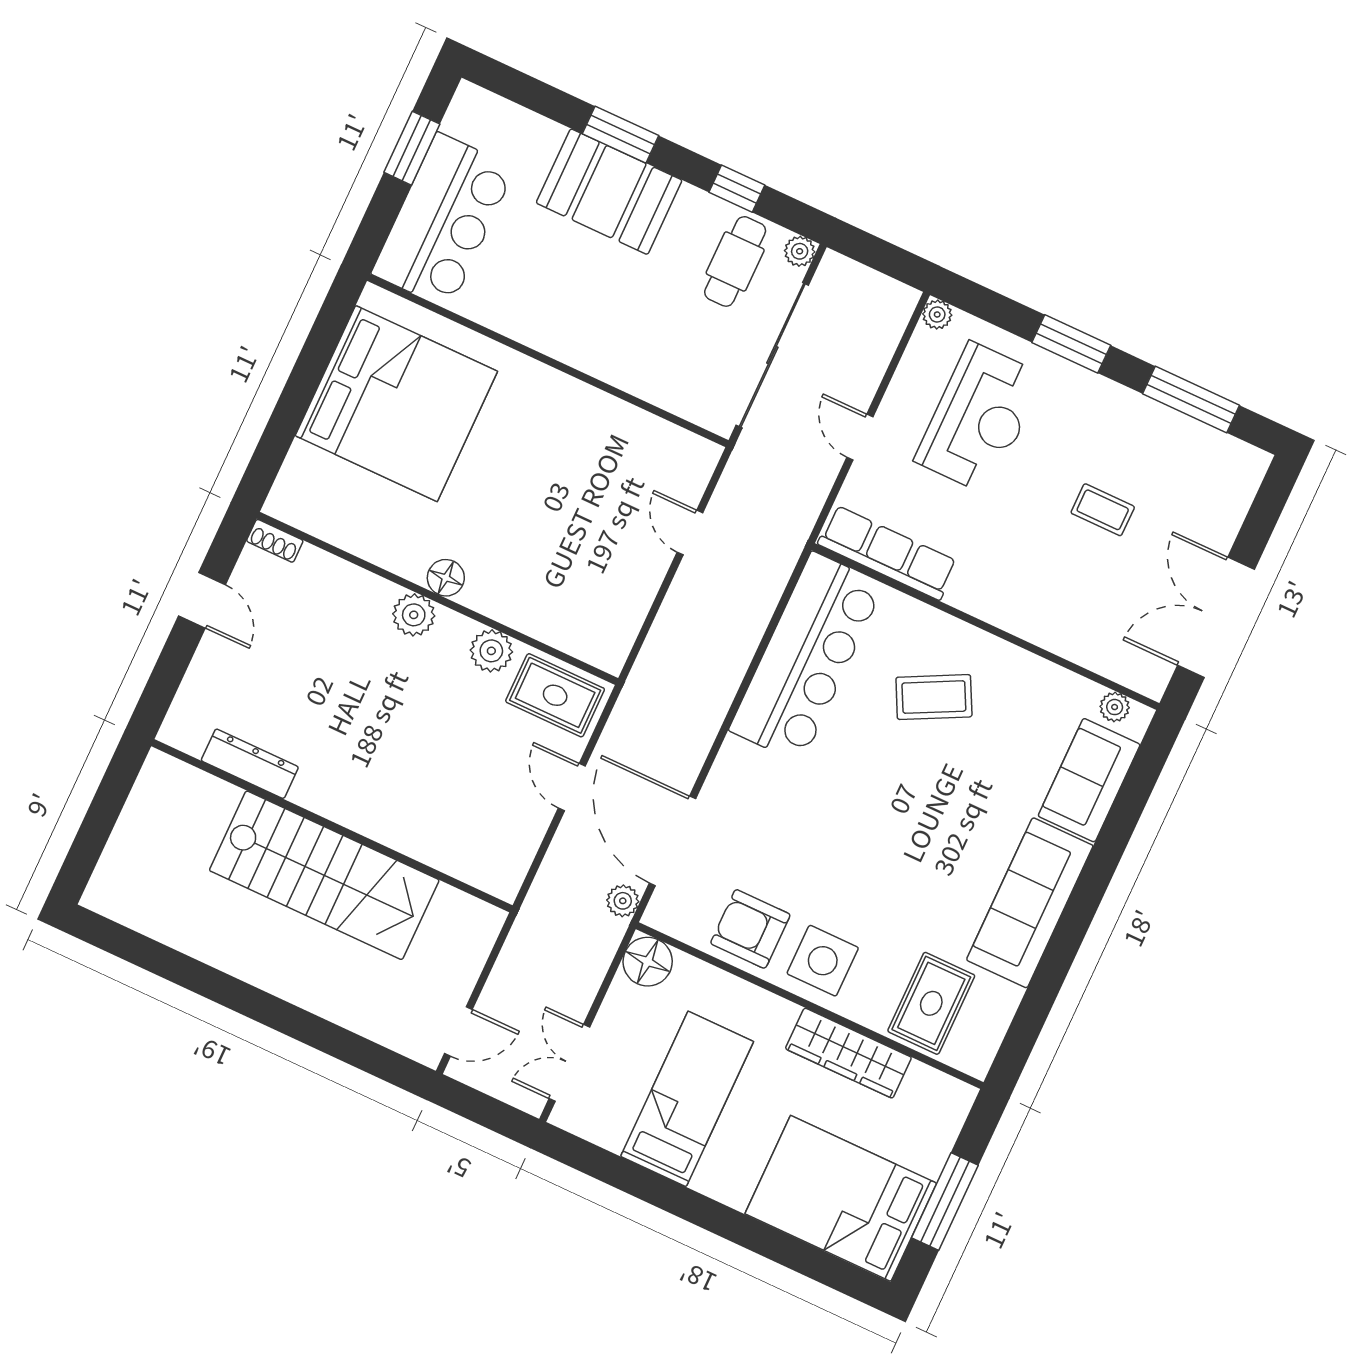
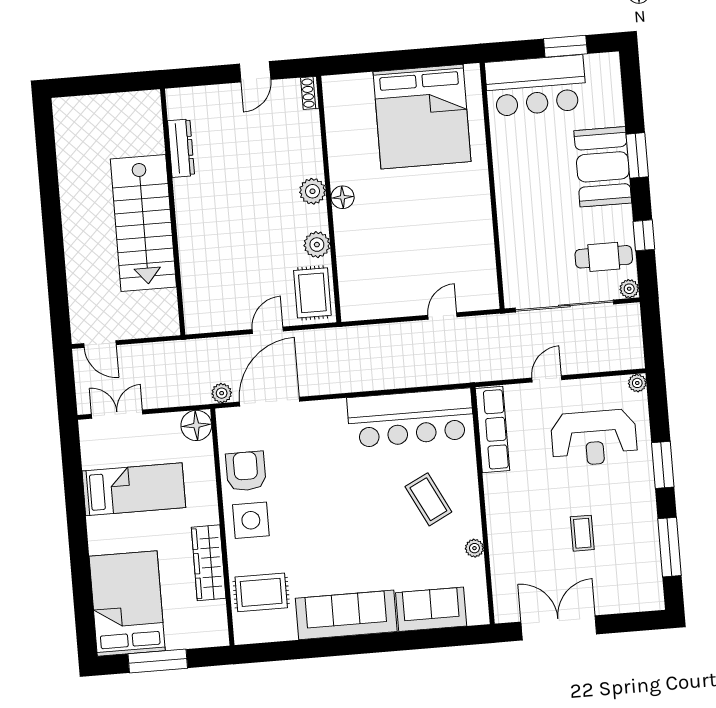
plant: (1115, 707) -> (474, 548), moved

